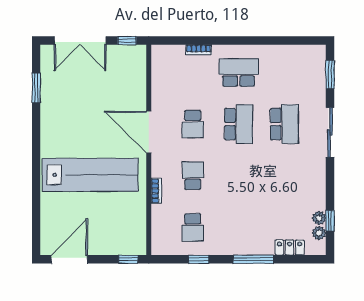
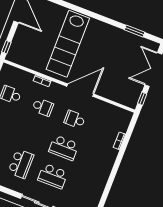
school desk: (239, 72) -> (21, 164), moved

